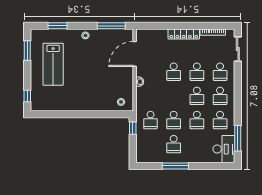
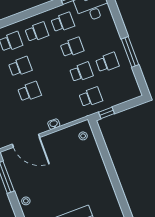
school desk: (197, 96) -> (46, 57), removed

